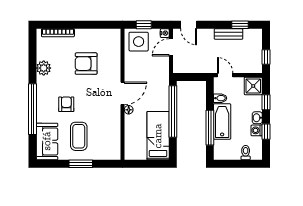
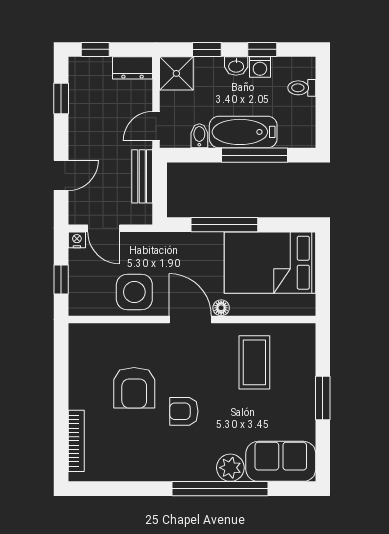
door: (189, 25) -> (61, 175), moved
bench: (229, 34) -> (142, 176), moved
side table: (139, 42) -> (134, 292), moved
window: (266, 57) -> (95, 49), moved
dresser: (256, 63) -> (133, 68), added
plant: (44, 68) -> (230, 468), moved
armchair: (66, 104) -> (184, 411), moved
window: (173, 111) -> (224, 225), width x0.68
coffee table: (79, 136) -> (254, 362), moved, turned 90
bed: (158, 136) -> (270, 263), width x1.50

